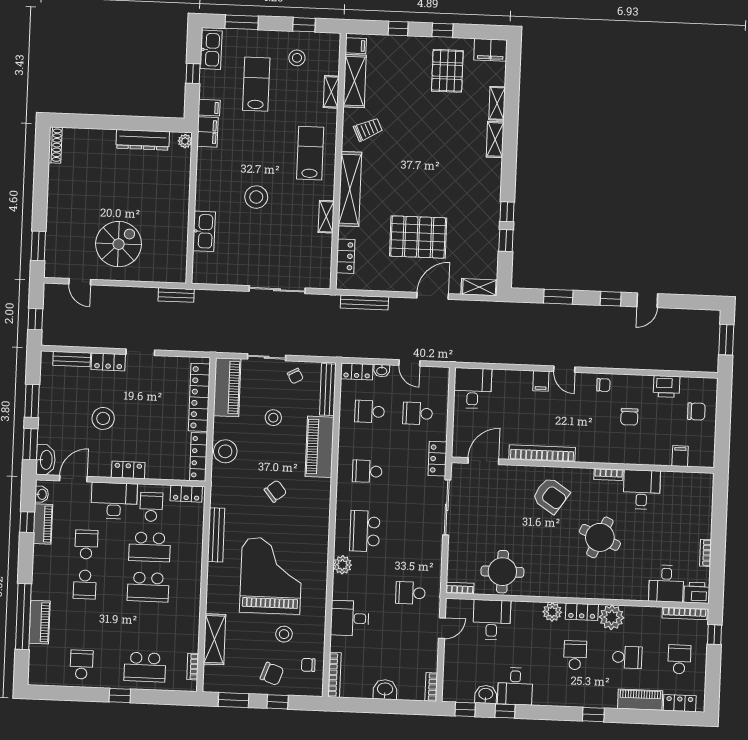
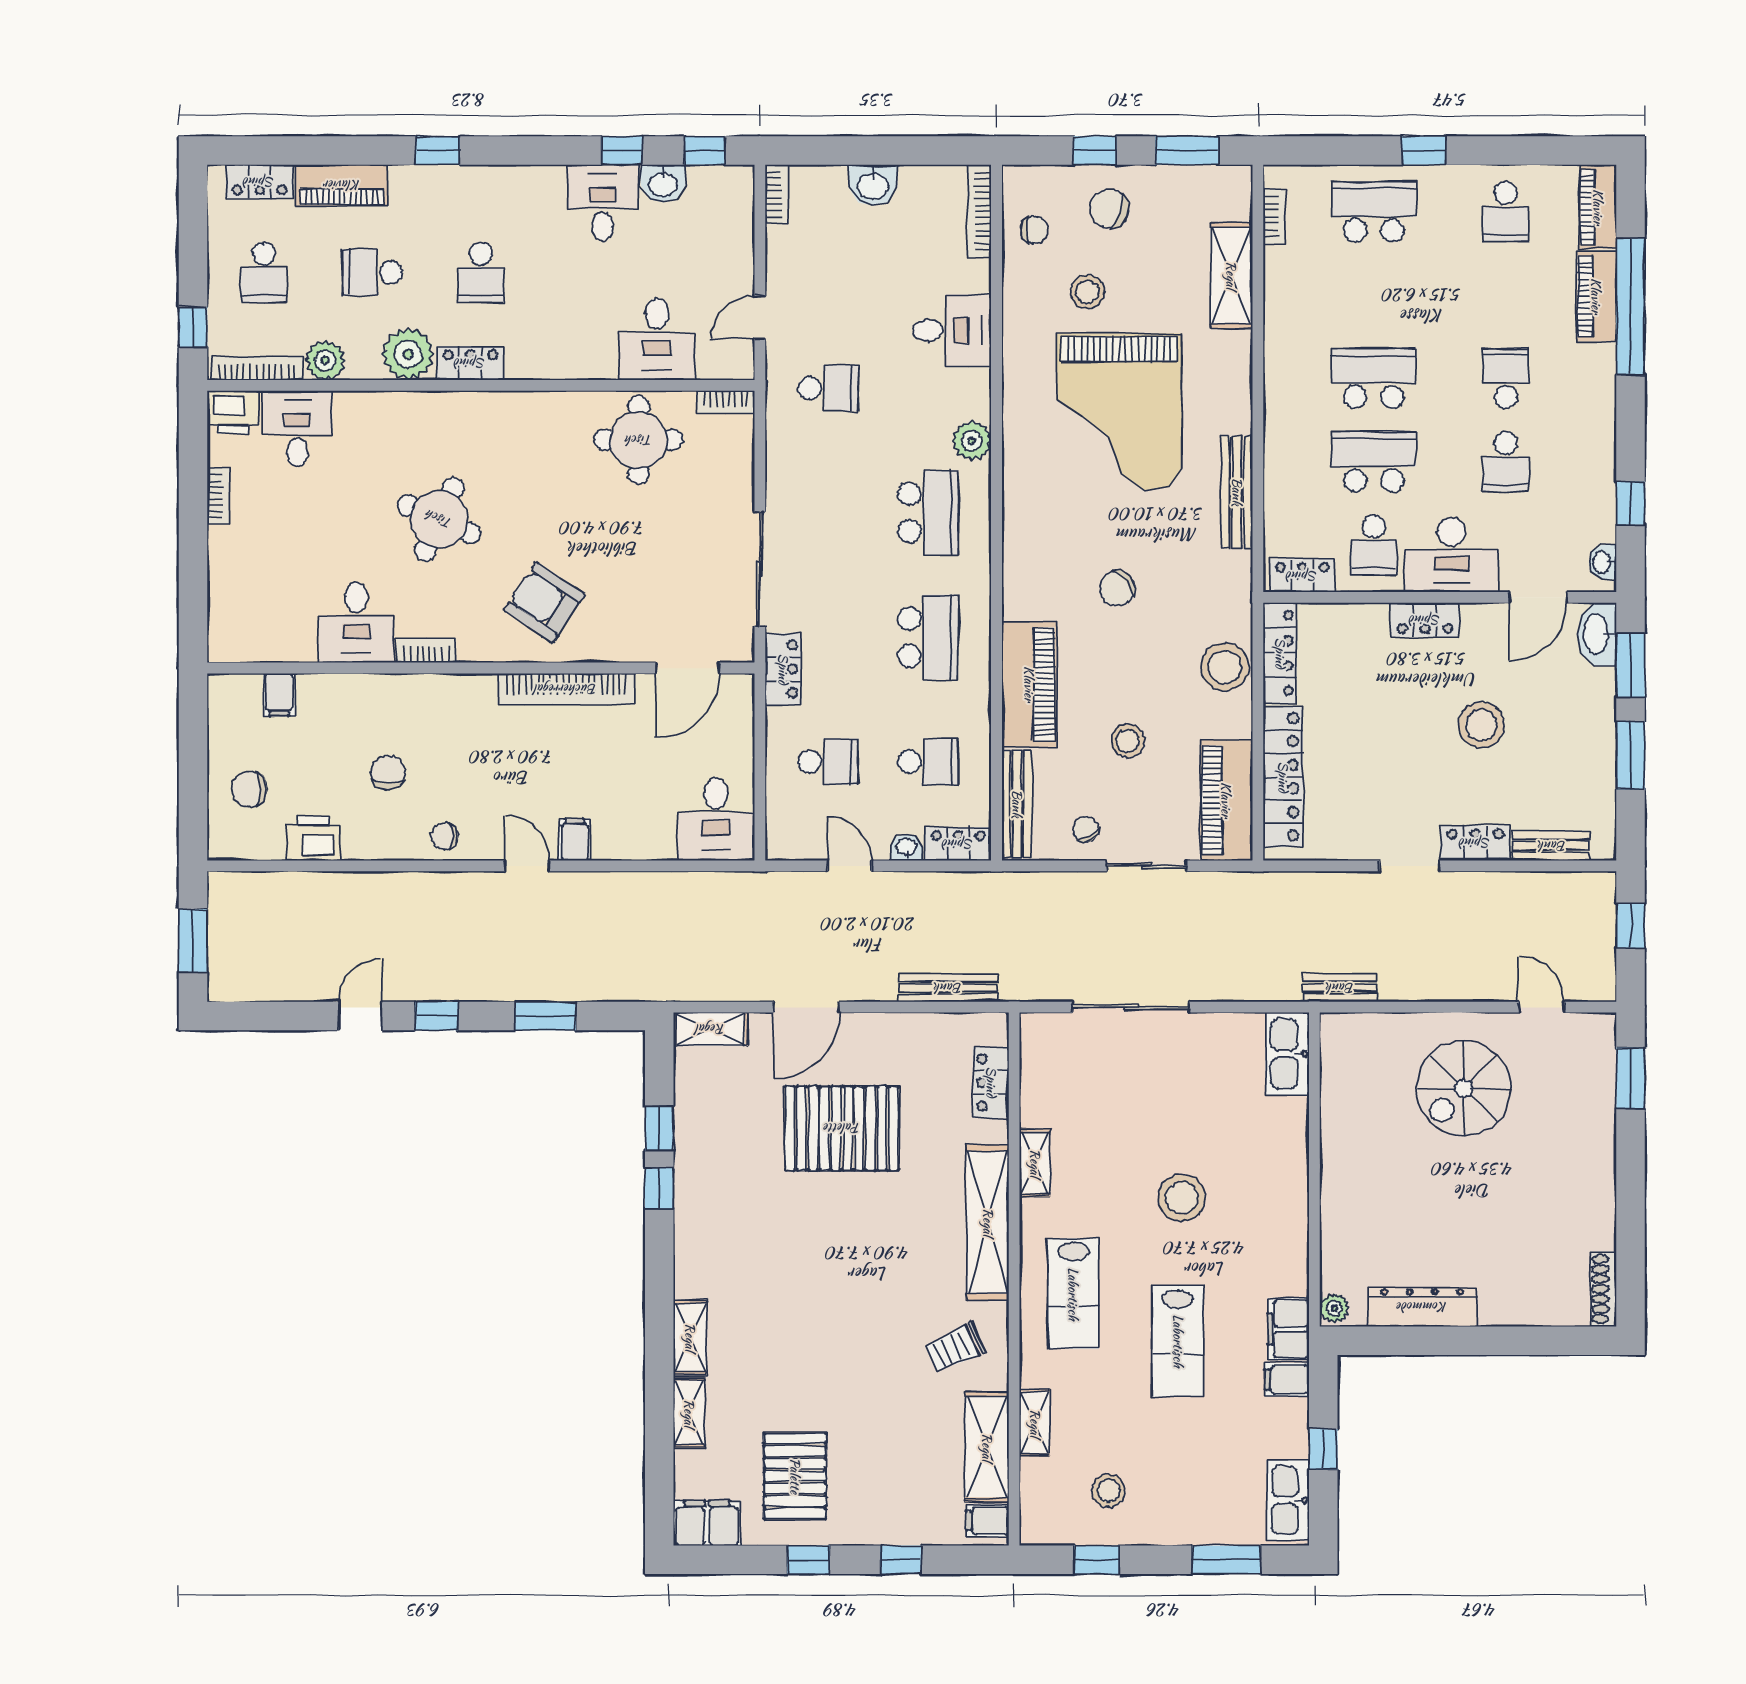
lab bench: (256, 84) -> (1178, 1341), moved
kitchen sink: (204, 231) -> (1287, 1054), moved
school desk: (367, 471) -> (928, 637), width x1.85
piano: (43, 524) -> (1598, 207), moved
plant: (552, 612) -> (325, 360), moved

